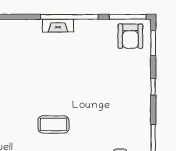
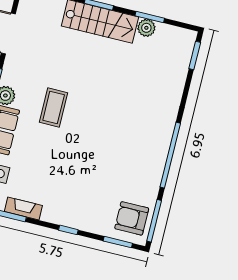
fireplace: (58, 26) -> (23, 208), moved, turned 90

